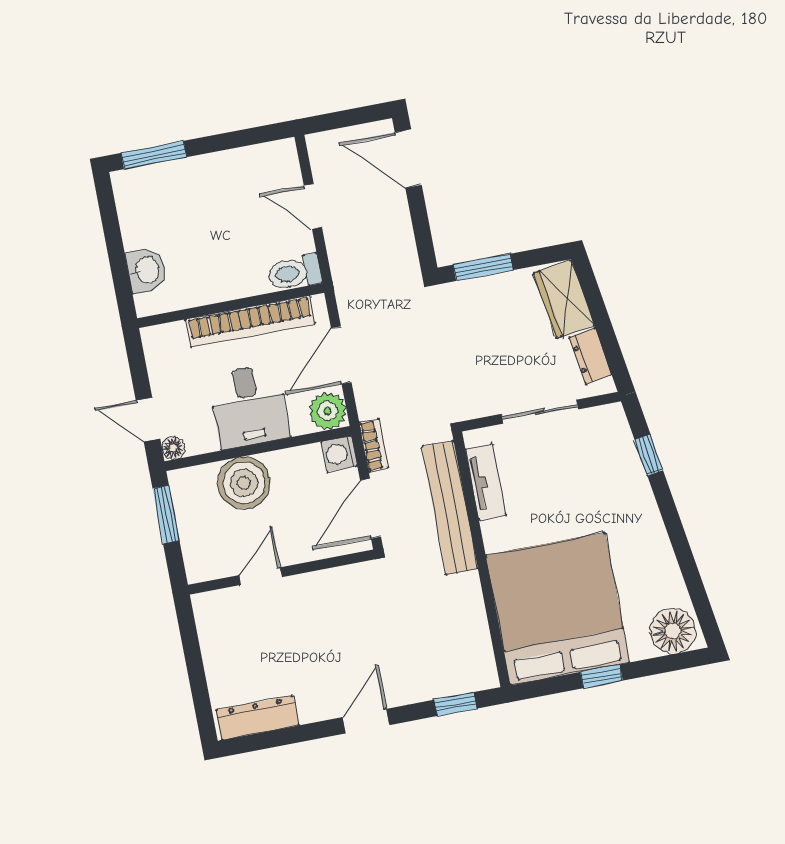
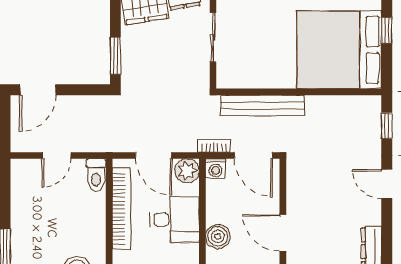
tv unit: (486, 482) -> (251, 80), removed
boiler: (244, 483) -> (218, 236), width x0.73, depth x0.73
door: (261, 576) -> (283, 233), width x1.38

